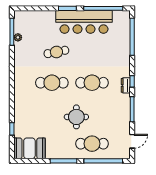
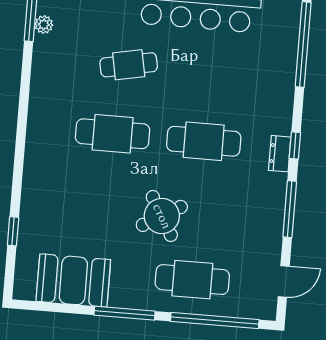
round table: (76, 117) -> (162, 216), turned -30
booth: (29, 148) -> (73, 280), moved

